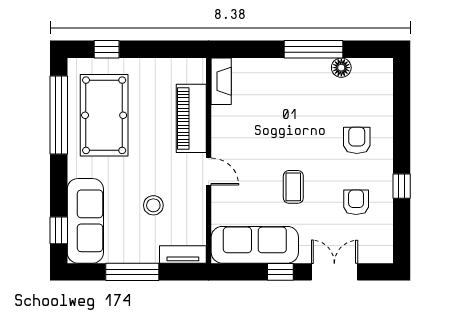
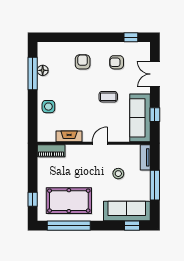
window: (313, 49) -> (33, 73), moved
side table: (275, 78) -> (48, 107), added
fireplace: (221, 81) -> (69, 136), moved
piano: (191, 118) -> (51, 151), moved, width x0.73, depth x0.75
armchair: (357, 140) -> (83, 62), turned 90
window: (402, 186) -> (131, 37), moved
window: (280, 272) -> (155, 115), moved

